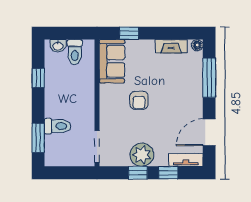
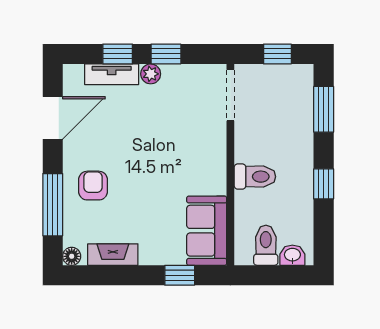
window: (38, 78) -> (324, 184), moved
armchair: (139, 100) -> (93, 186), moved
toilet: (58, 126) -> (255, 177), moved, turned 180
plant: (142, 155) -> (151, 74), width x0.53, depth x0.53
tv unit: (186, 160) -> (112, 74), moved
window: (67, 173) -> (277, 54), added

